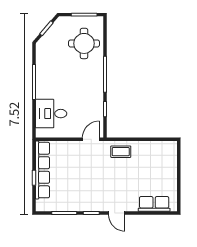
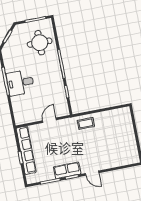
desk: (51, 114) -> (20, 83), moved
door: (91, 139) -> (49, 120), moved
row of seats: (154, 204) -> (67, 170), moved

